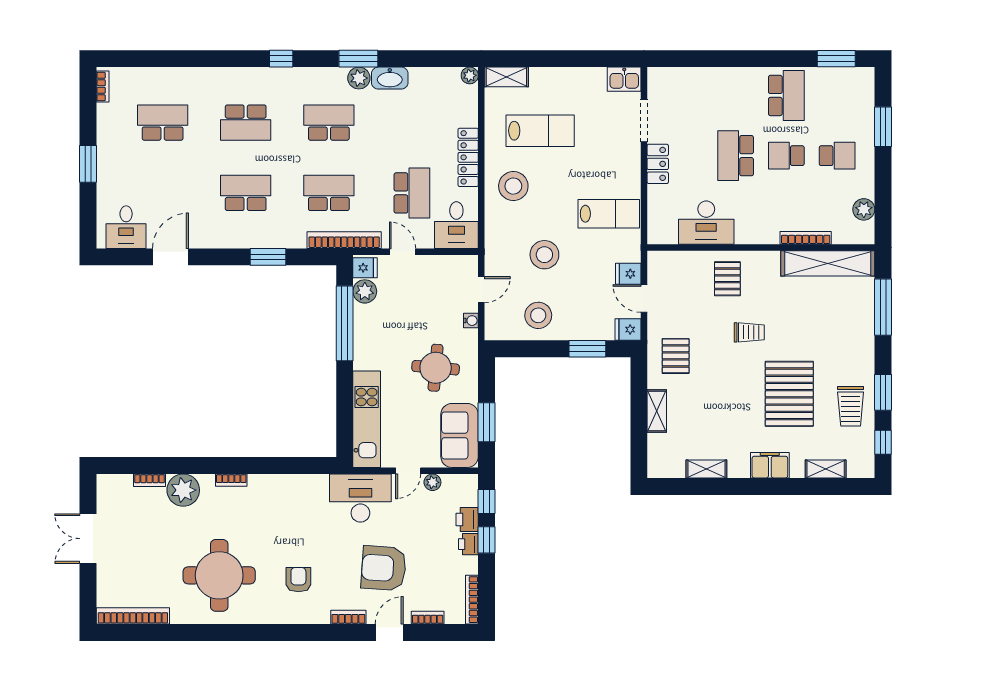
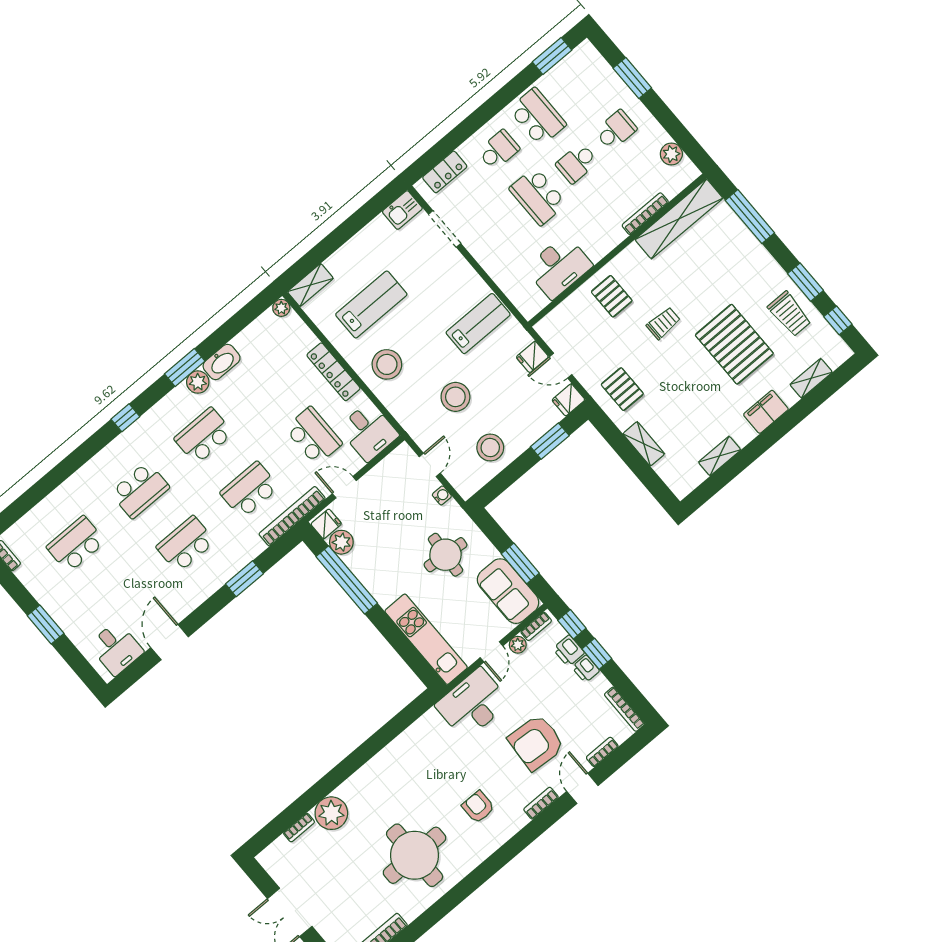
school desk: (736, 95) -> (499, 150), added
locker: (658, 164) -> (445, 172), moved, turned 90
bookcase: (231, 480) -> (536, 626), moved

